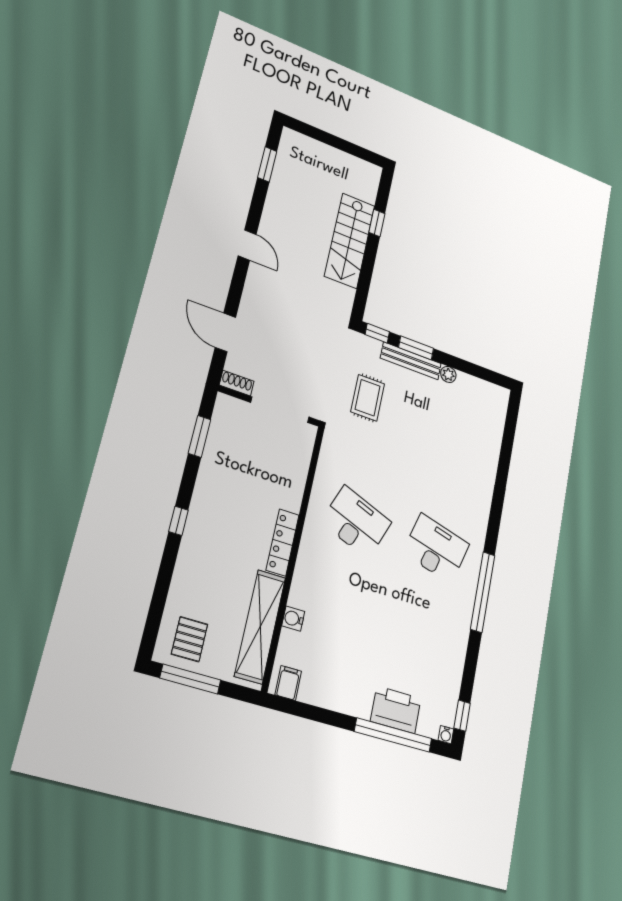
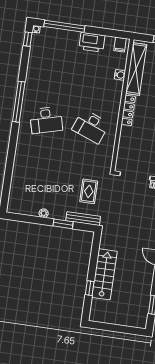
window: (377, 333) -> (86, 227), removed
bench: (411, 361) -> (83, 219), moved
desk: (436, 548) -> (46, 120), turned -30
printer: (396, 710) -> (92, 42), moved

